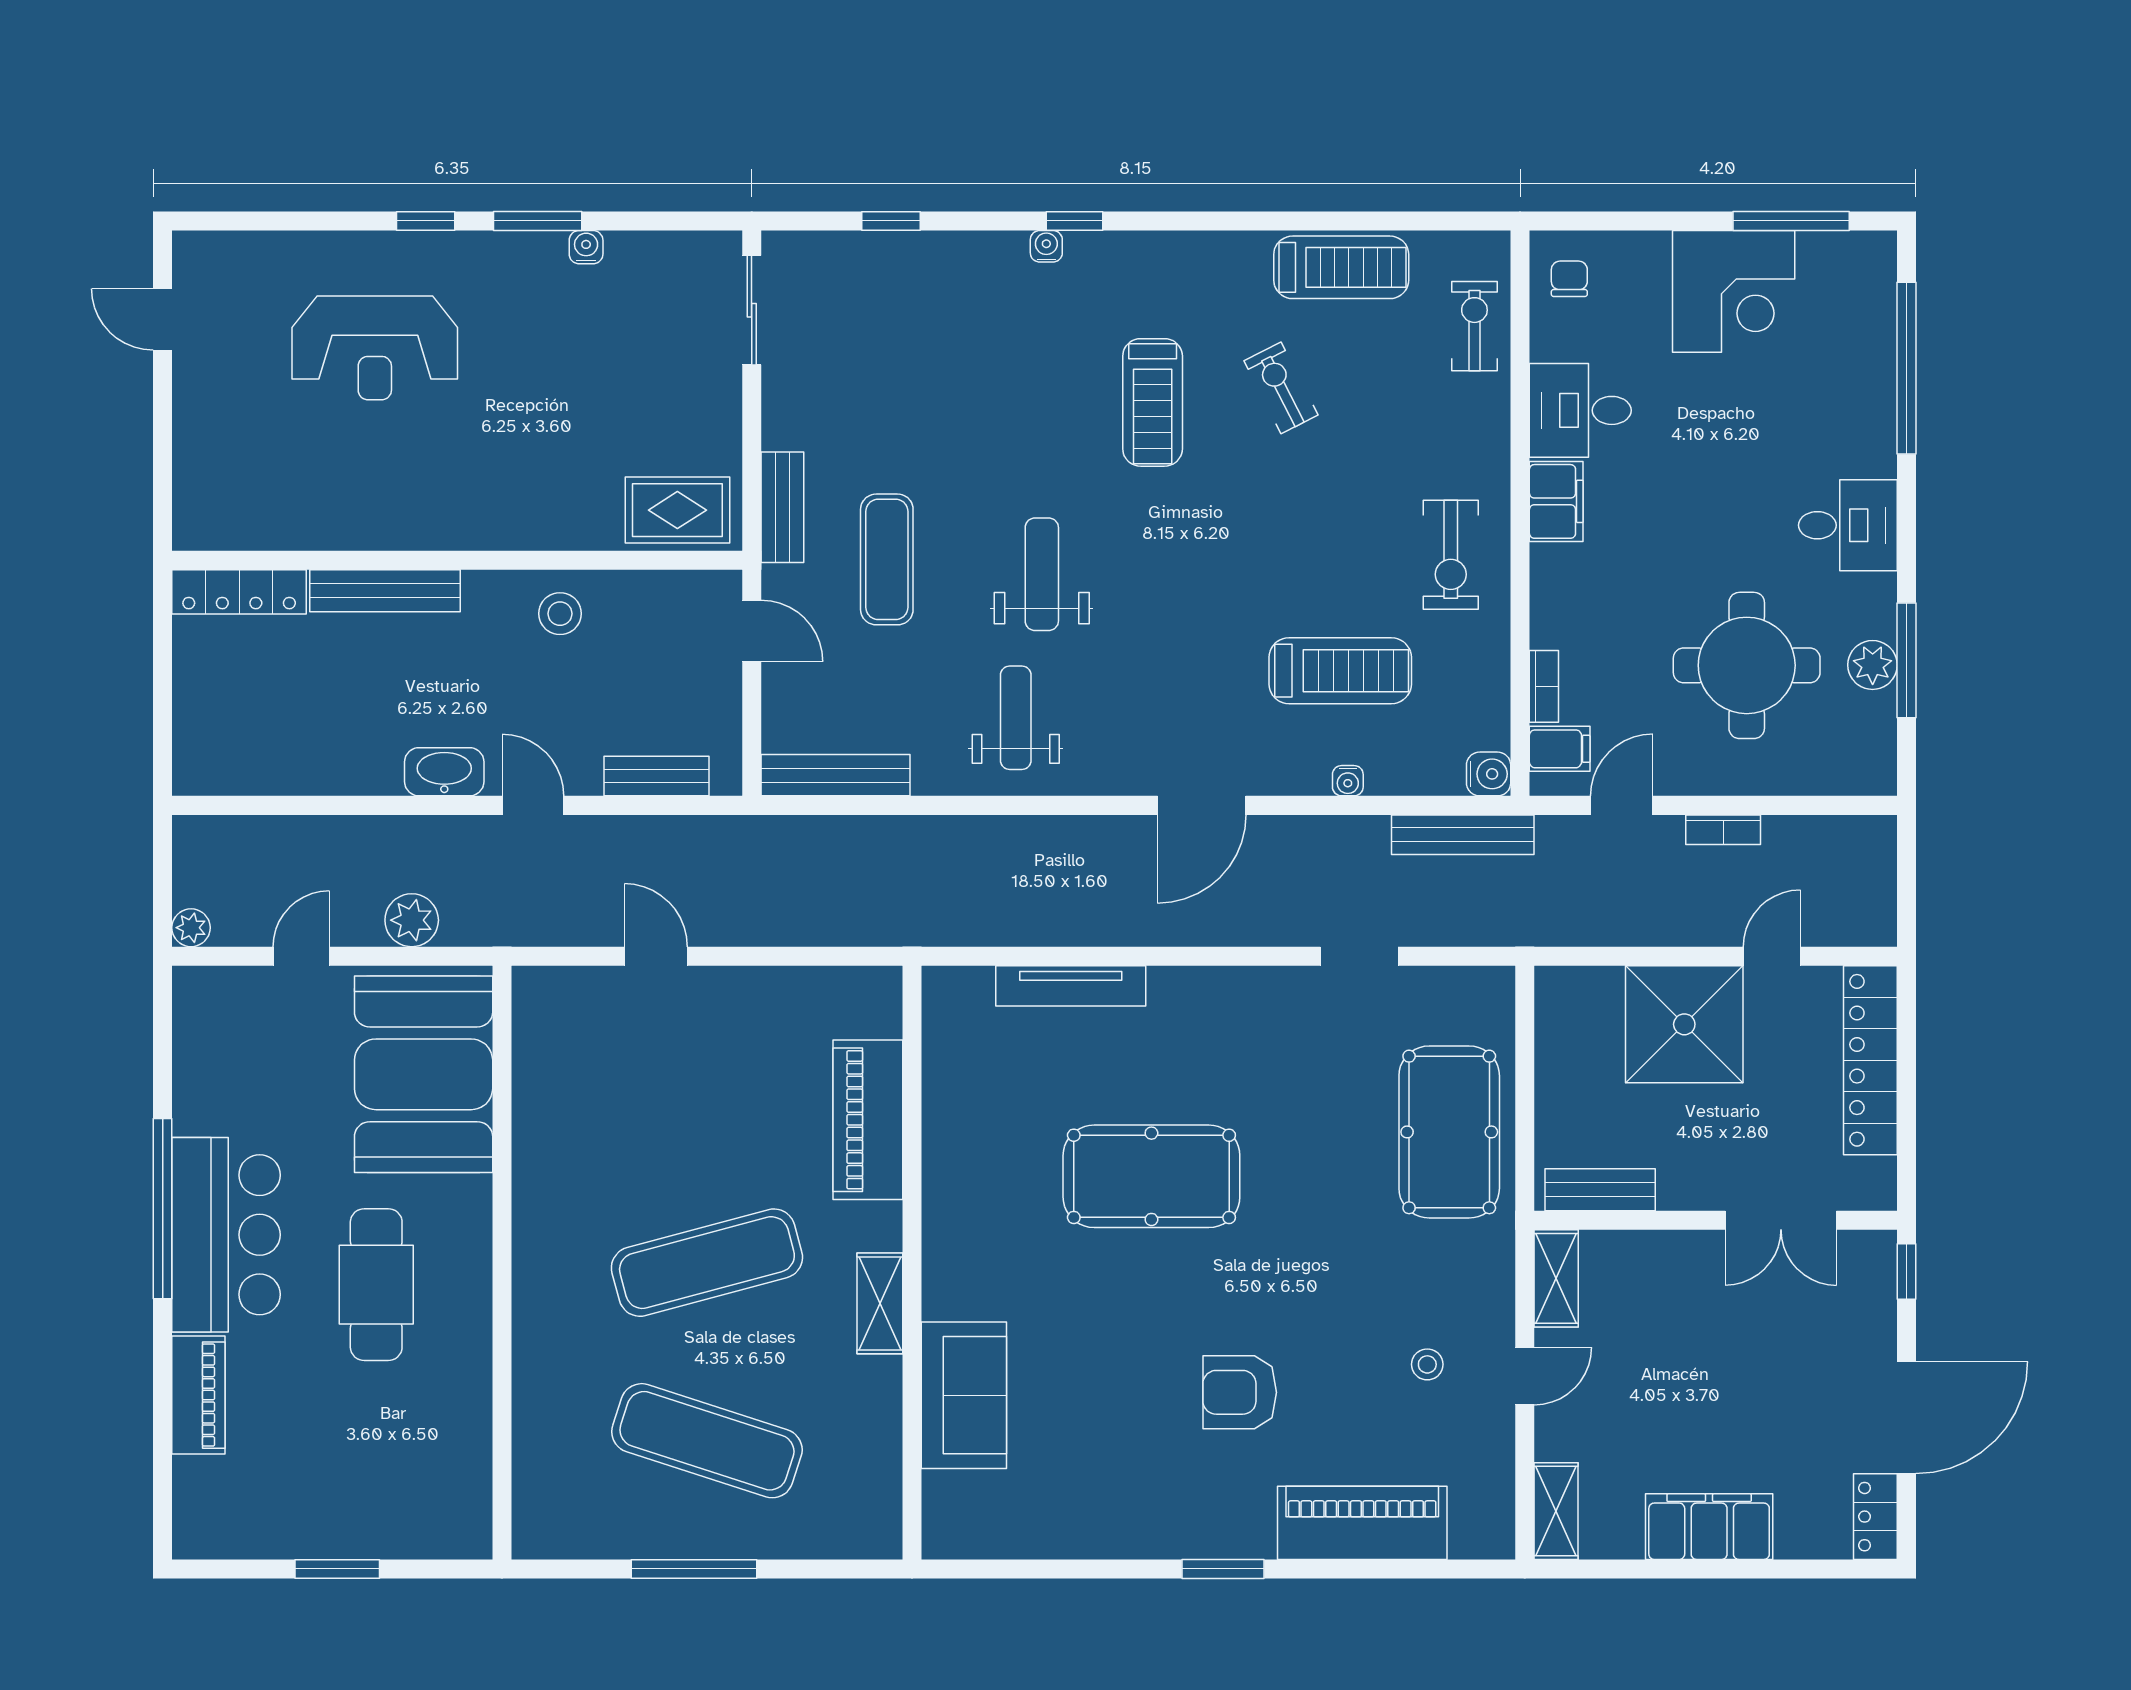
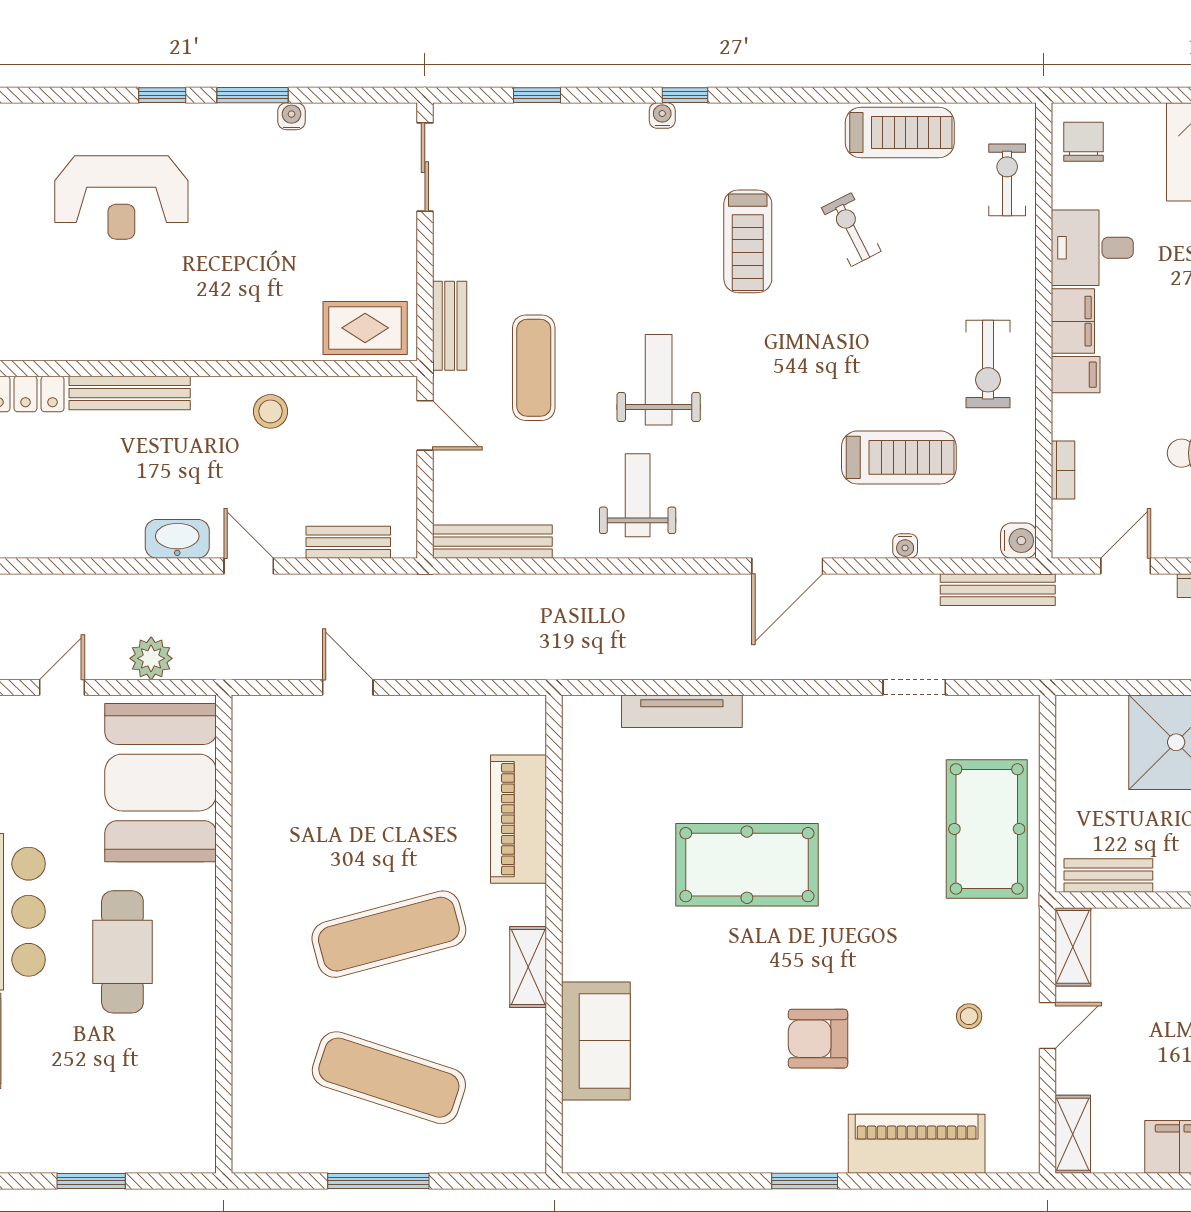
chair: (1569, 279) -> (1083, 142), width x1.37, depth x1.37
filing cabinet: (1560, 749) -> (1076, 375), moved

